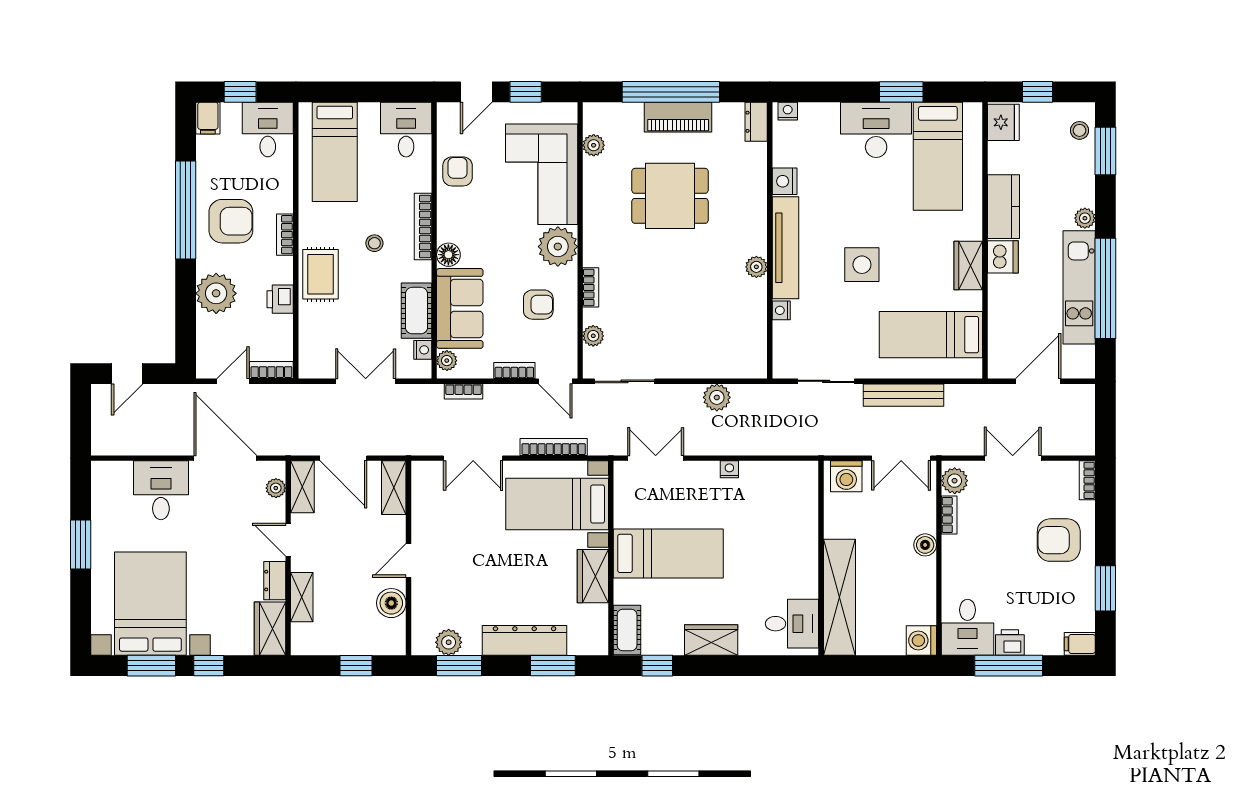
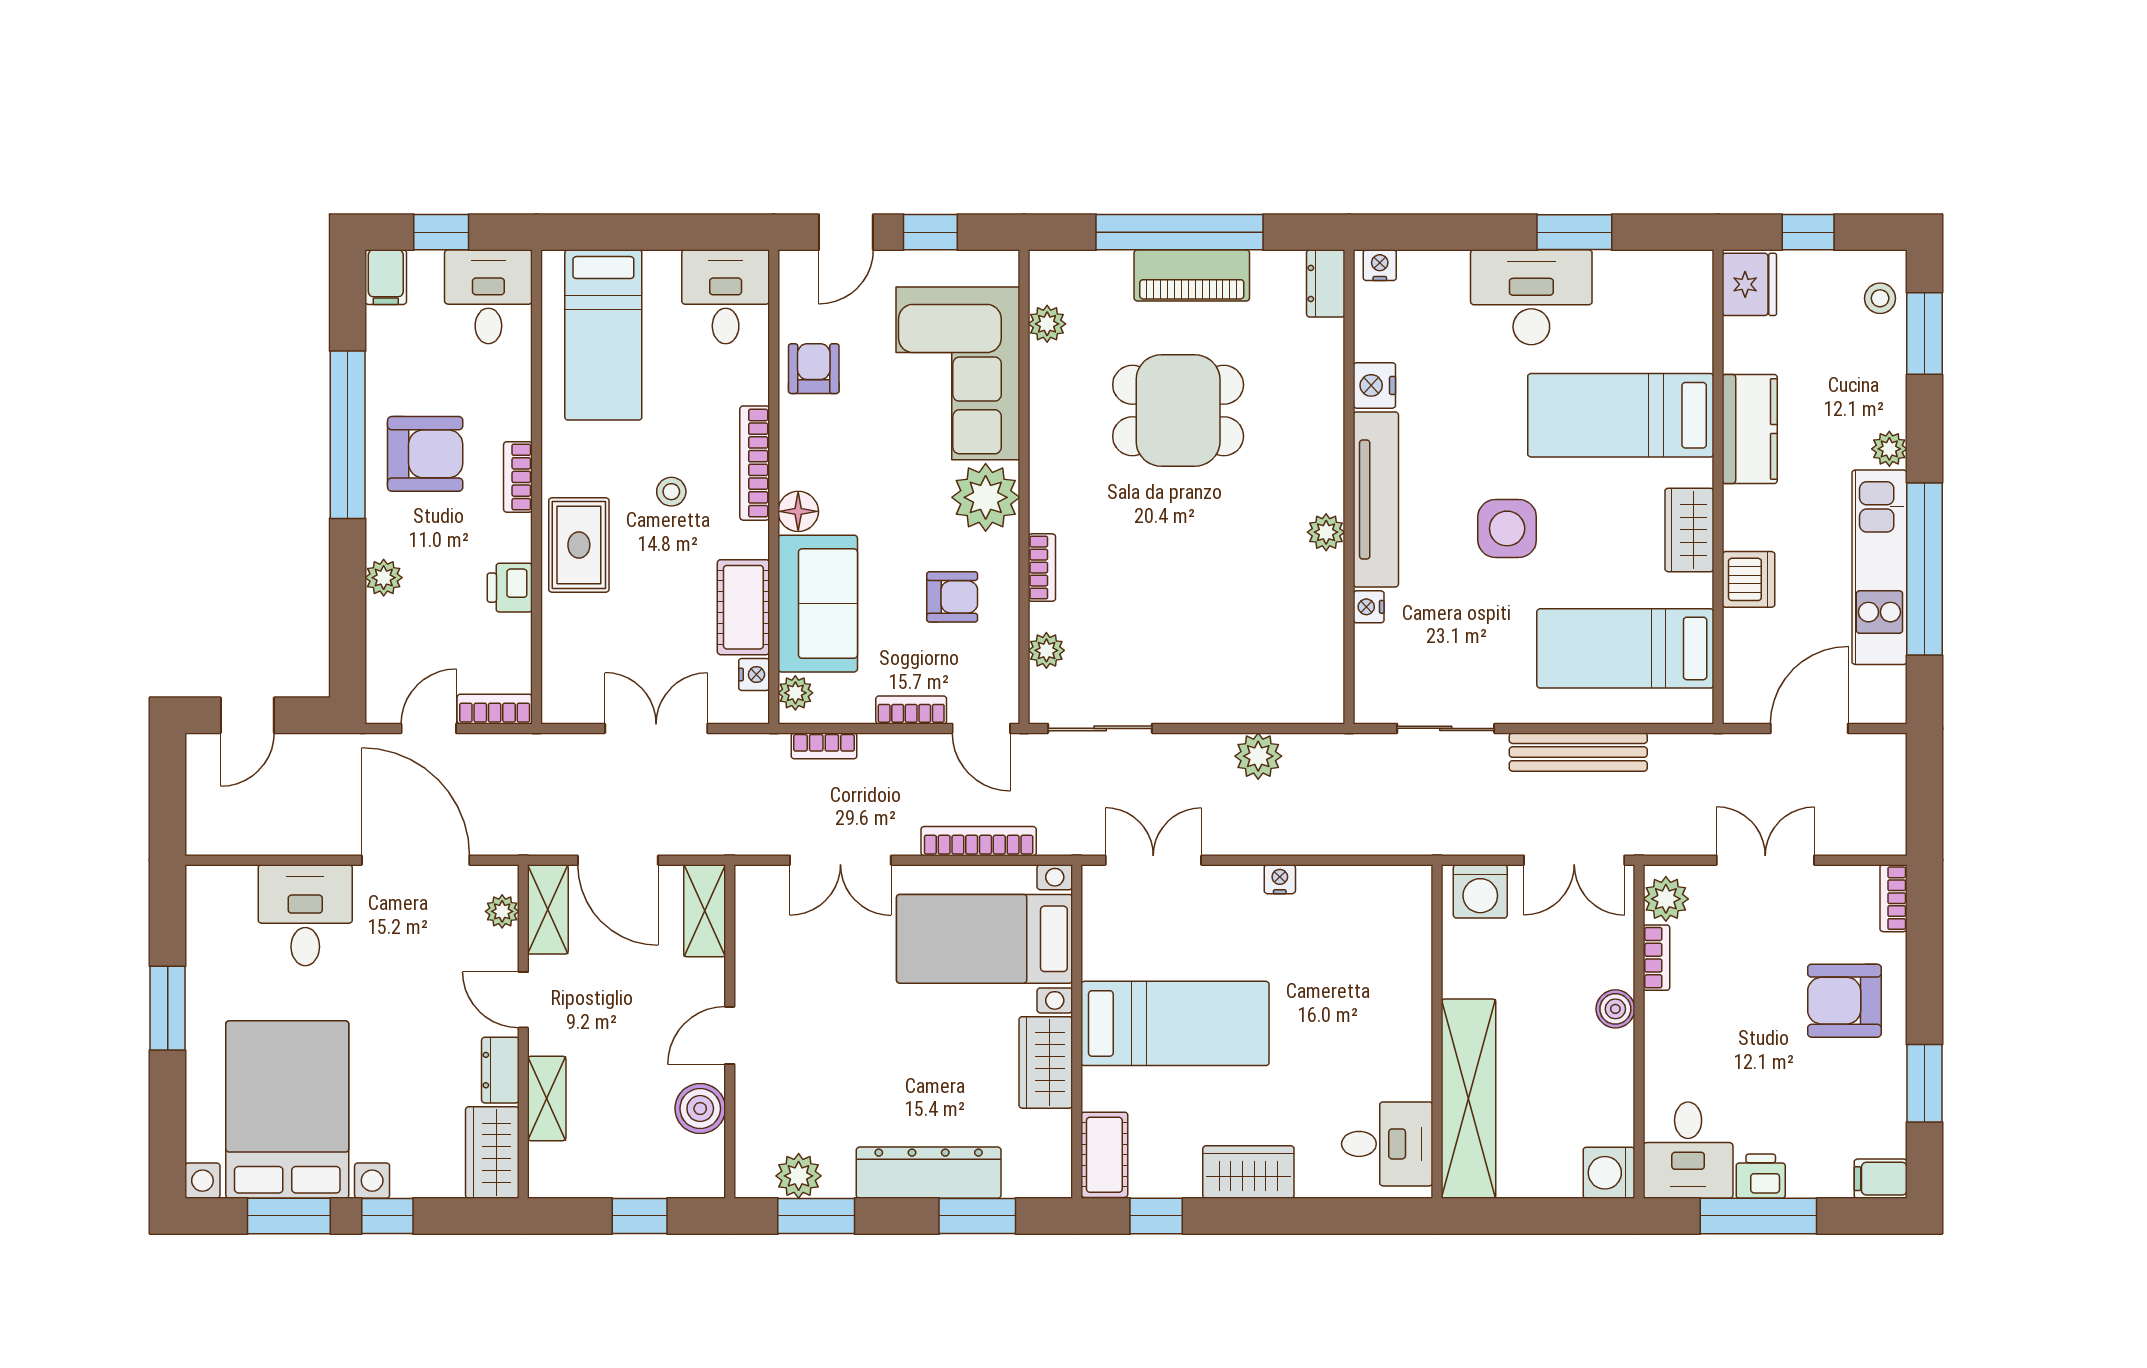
bed: (938, 156) -> (1621, 415), moved, turned 90
dishwasher: (1003, 257) -> (1749, 579), moved
plant: (216, 293) -> (384, 578), width x0.53, depth x0.53

